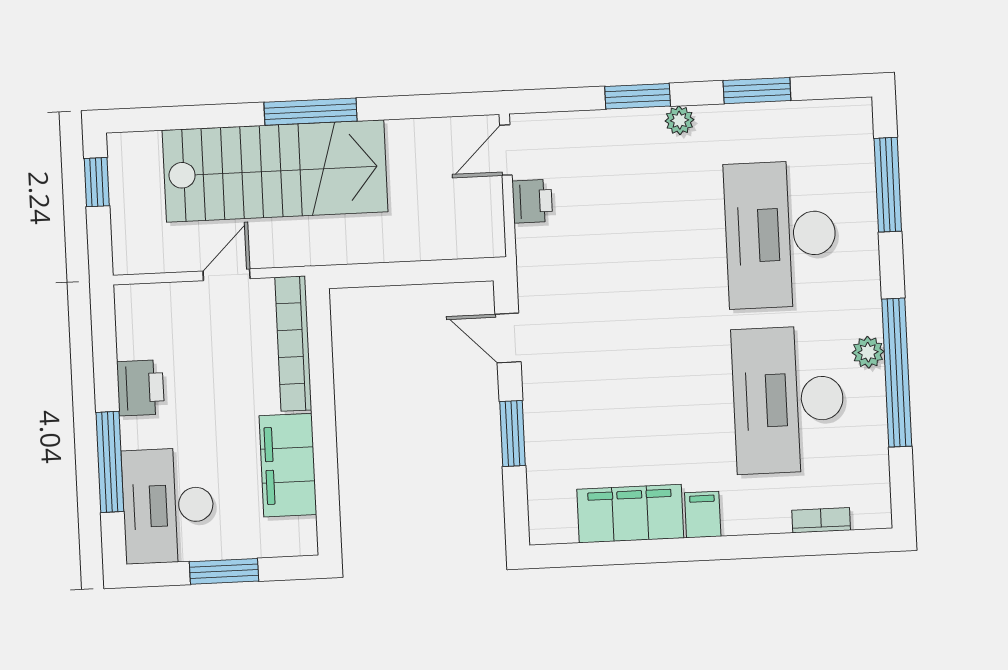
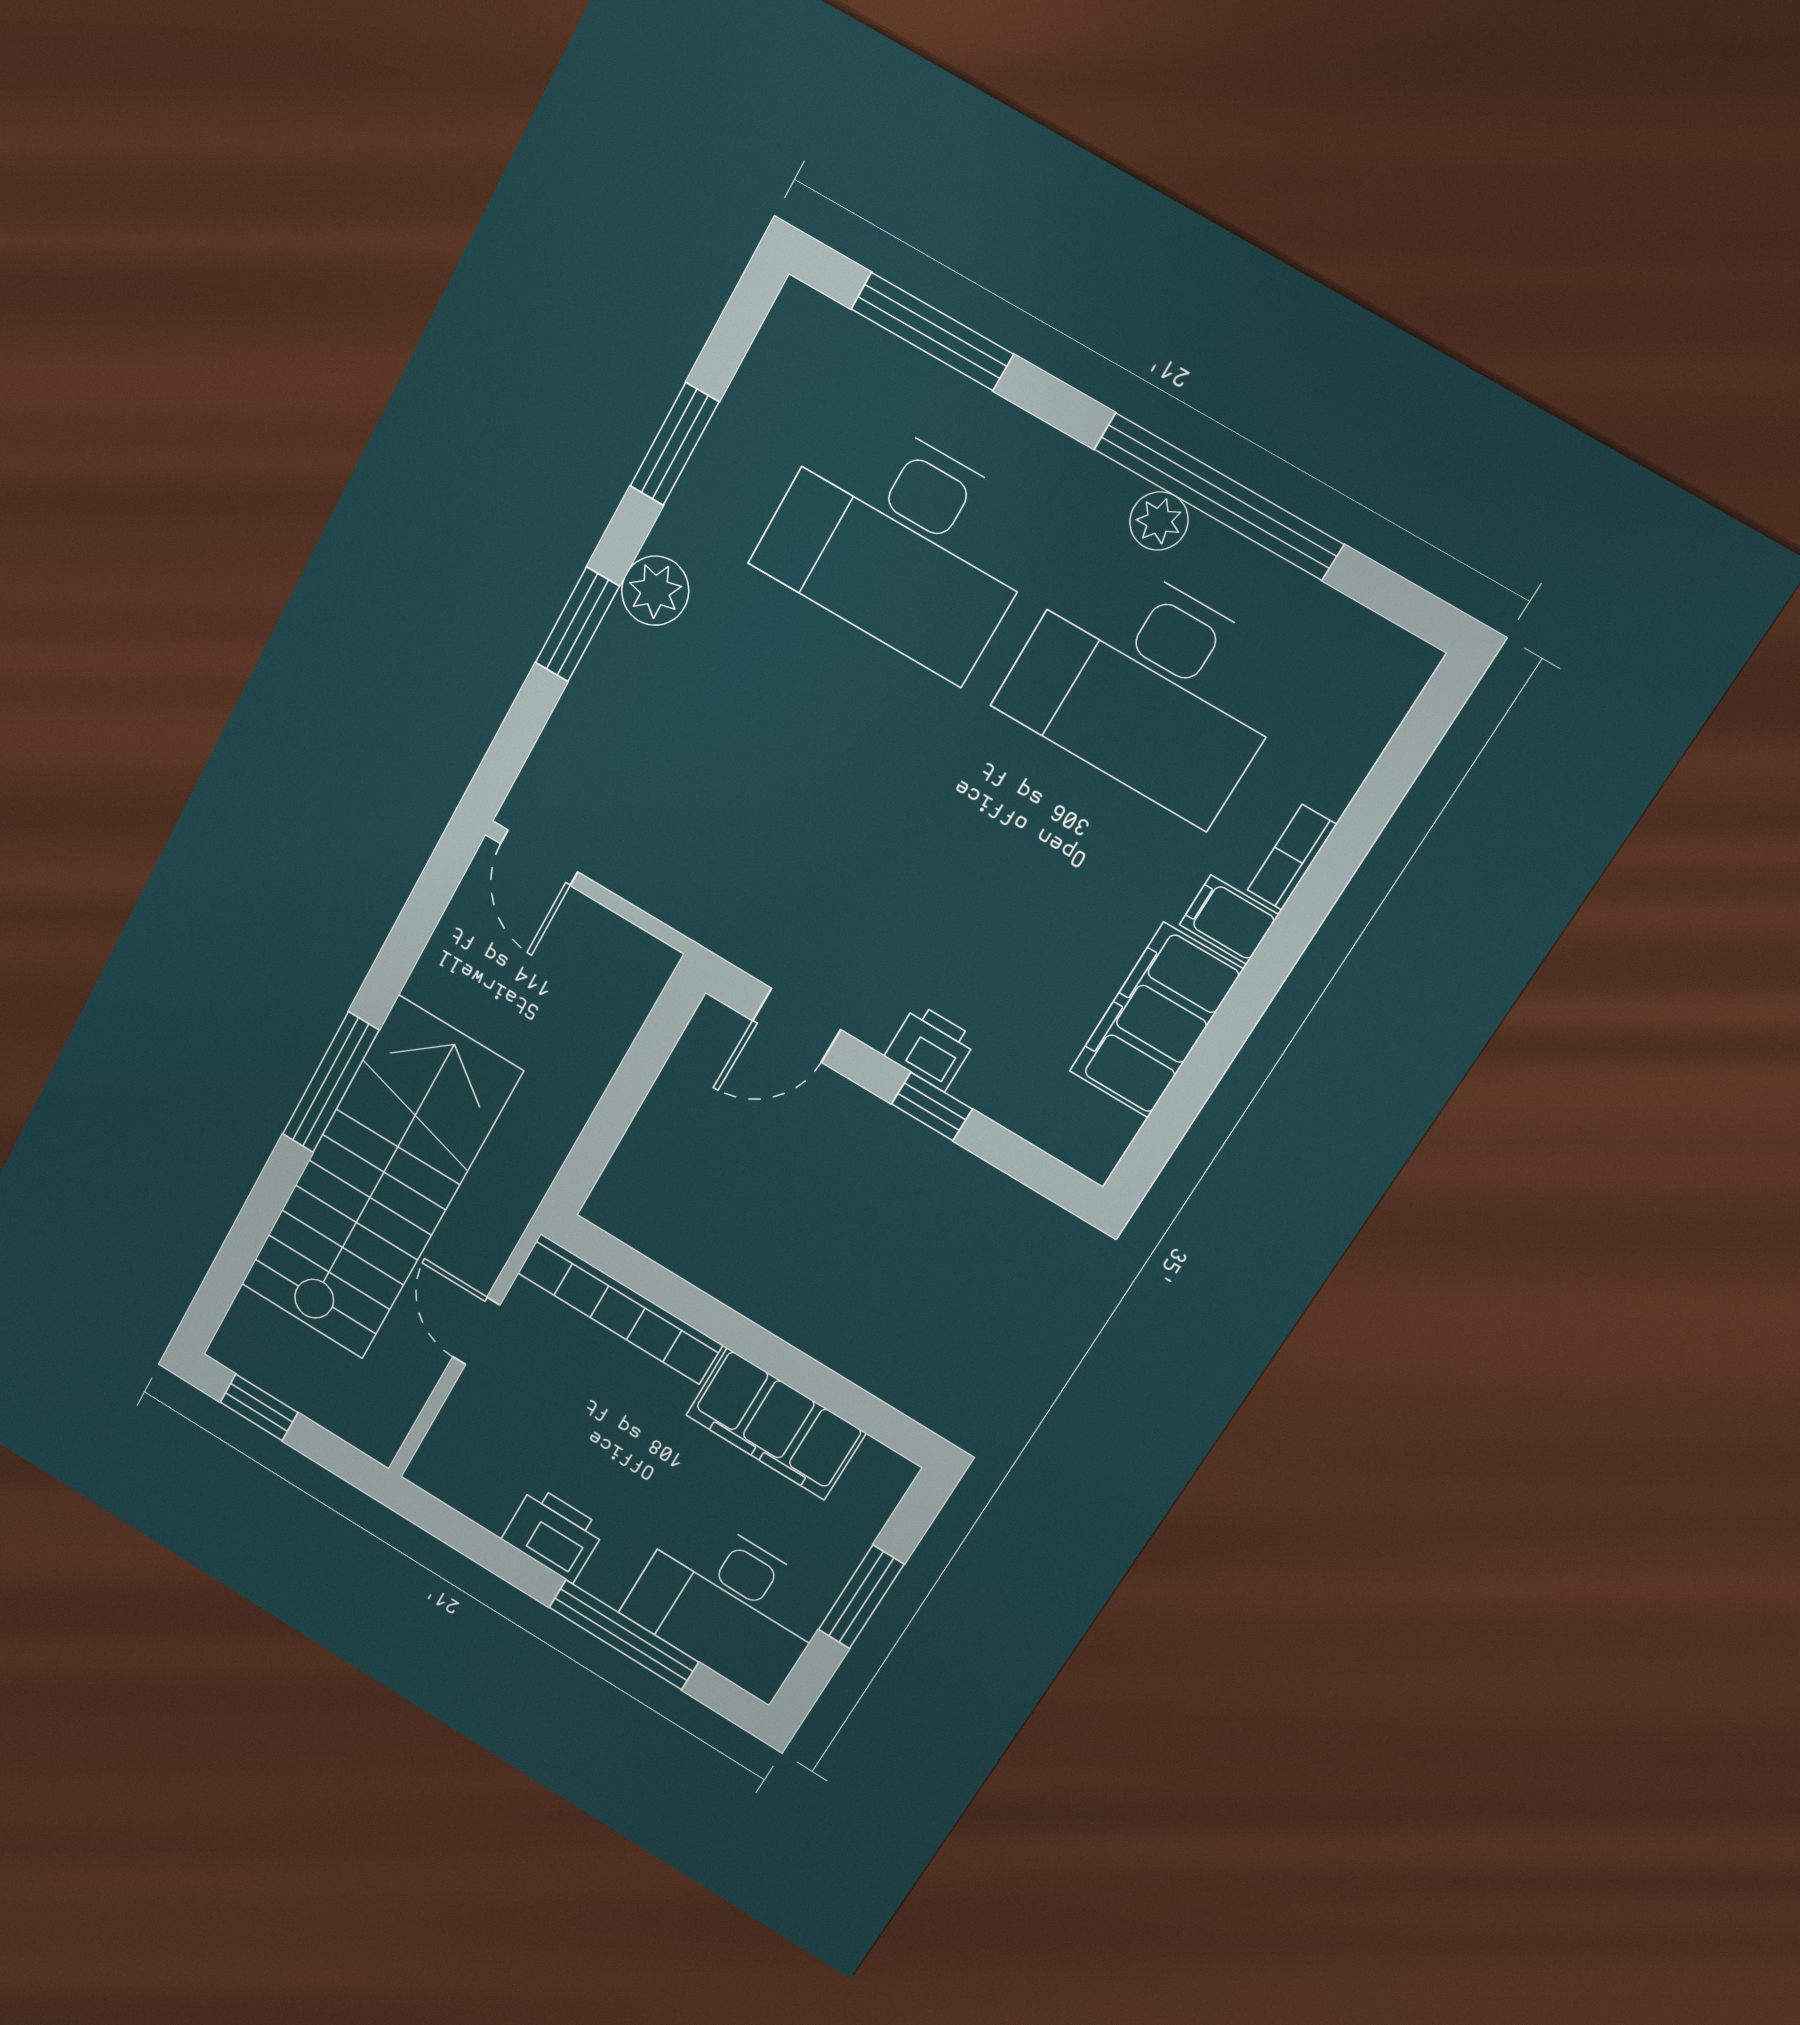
plant: (679, 120) -> (655, 591), width x1.38, depth x1.38
printer: (532, 201) -> (931, 1047), moved
window: (512, 433) -> (932, 1107), width x0.67
bookcase: (821, 520) -> (1292, 857), moved

